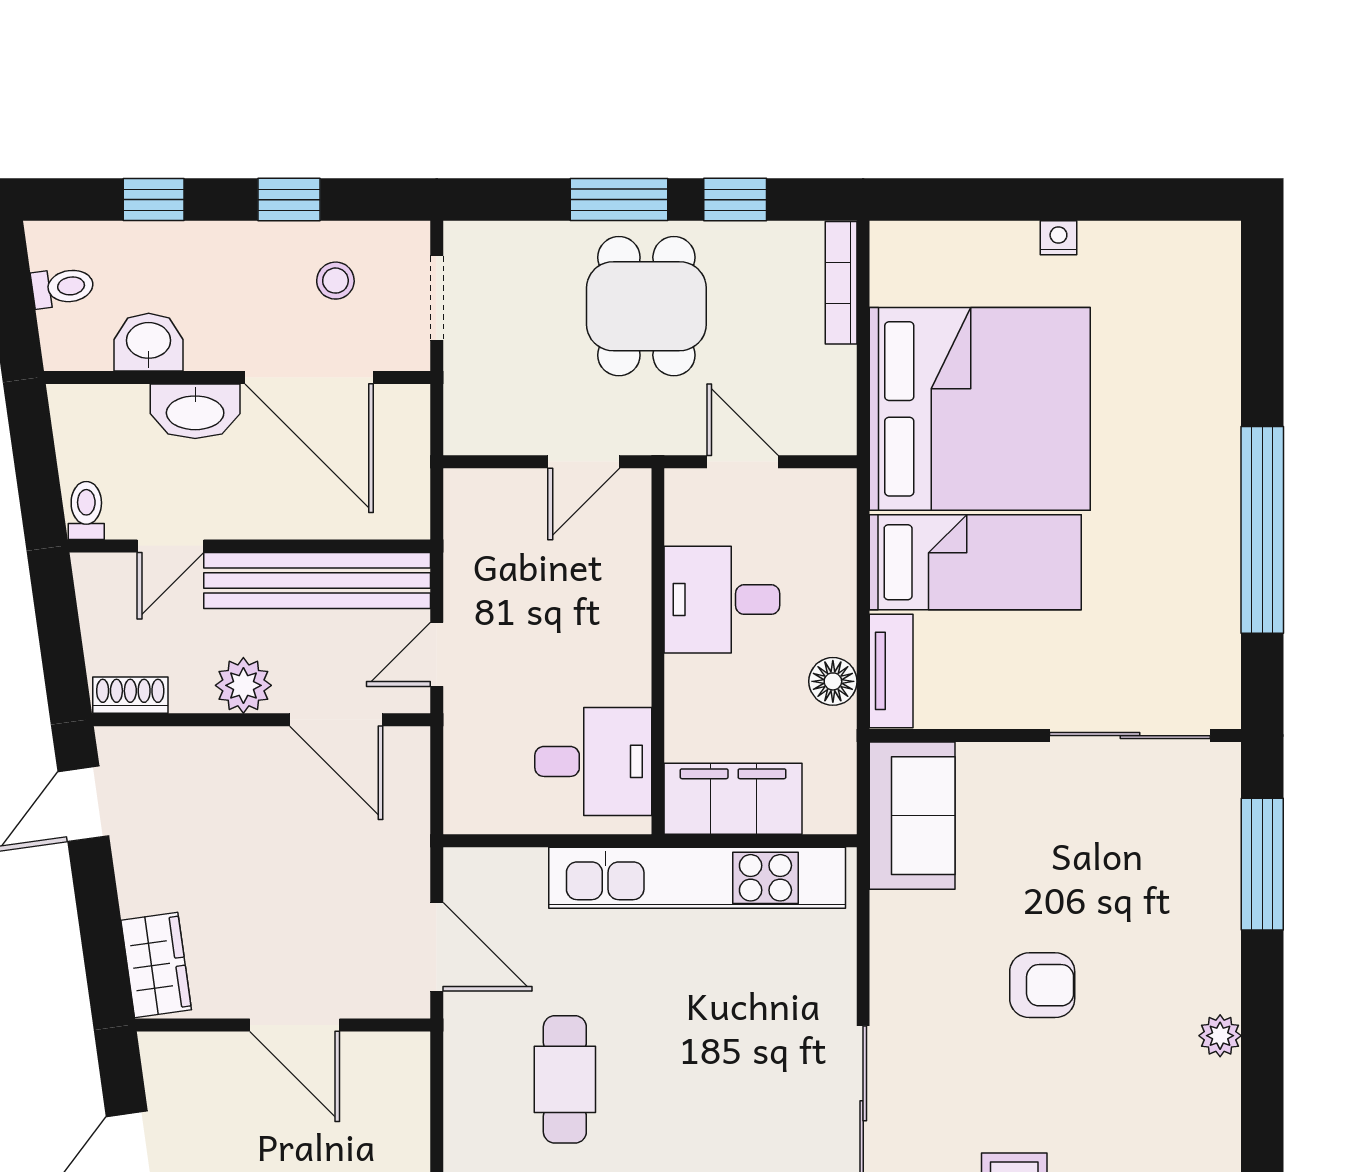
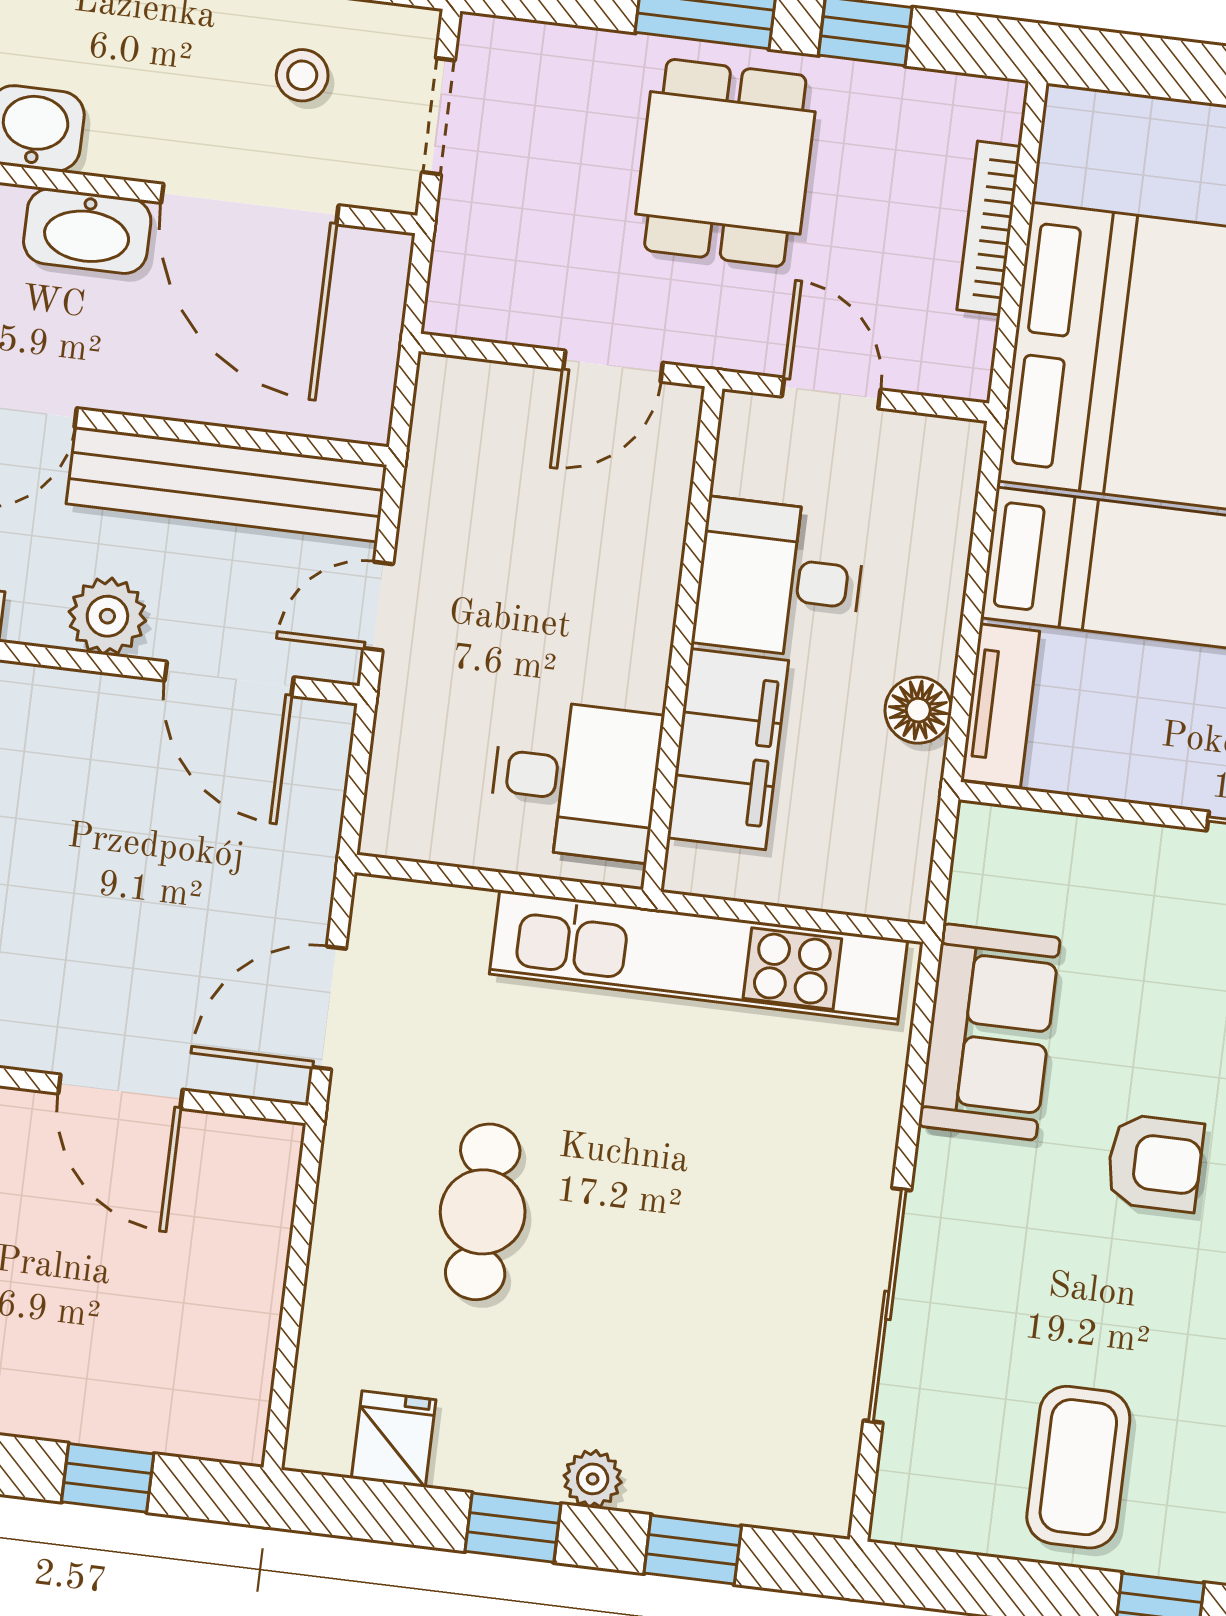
bookcase: (841, 283) -> (989, 228), moved
filing cabinet: (733, 799) -> (728, 749), moved, turned 90
sofa: (912, 816) -> (989, 1032), moved
door: (437, 947) -> (329, 1008), swing flipped

